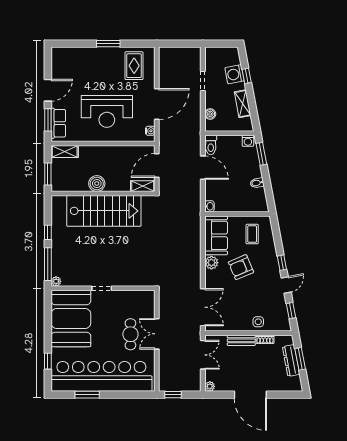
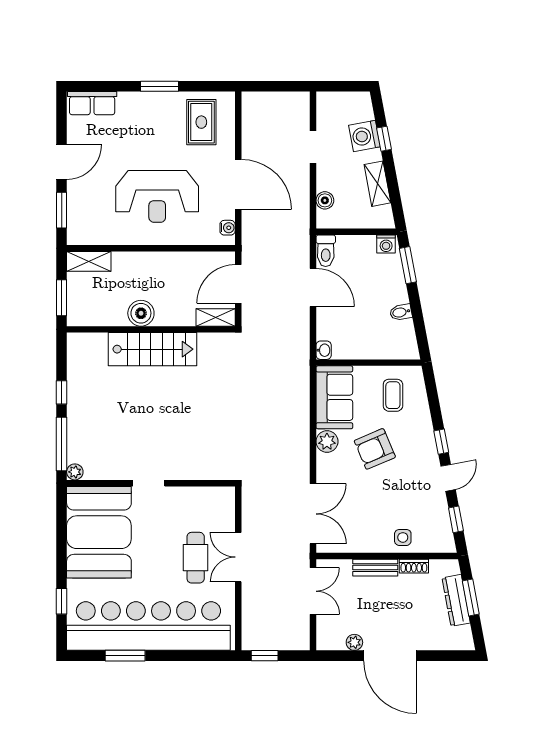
door: (157, 104) -> (238, 184), hinge flipped
row of seats: (58, 123) -> (92, 103), moved, turned 90
stairs: (104, 211) -> (152, 349), width x0.73, depth x0.66
plant: (210, 386) -> (354, 642), moved

